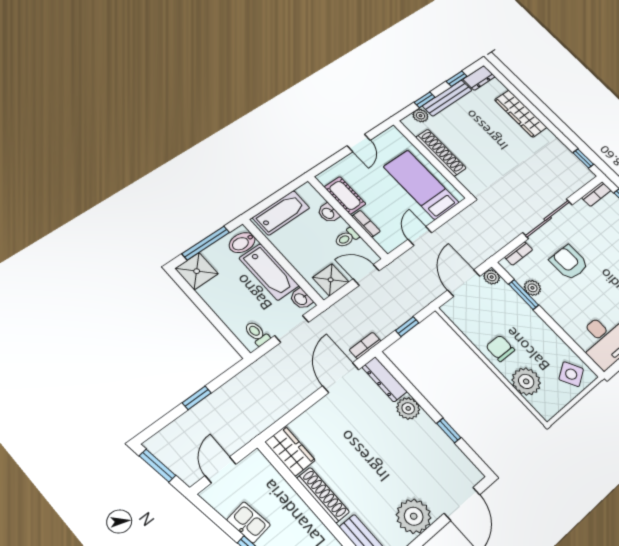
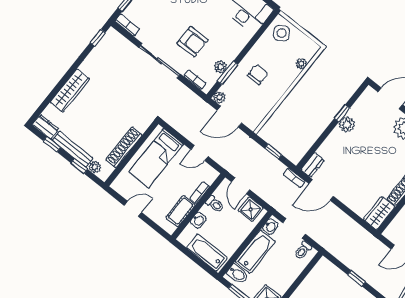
armchair: (569, 262) -> (193, 42), turned -90
chair: (500, 348) -> (258, 75), moved, turned 180
dresser: (384, 379) -> (313, 165), width x0.70
plant: (526, 381) -> (301, 64), width x0.53, depth x0.53
plant: (408, 408) -> (347, 125), moved

